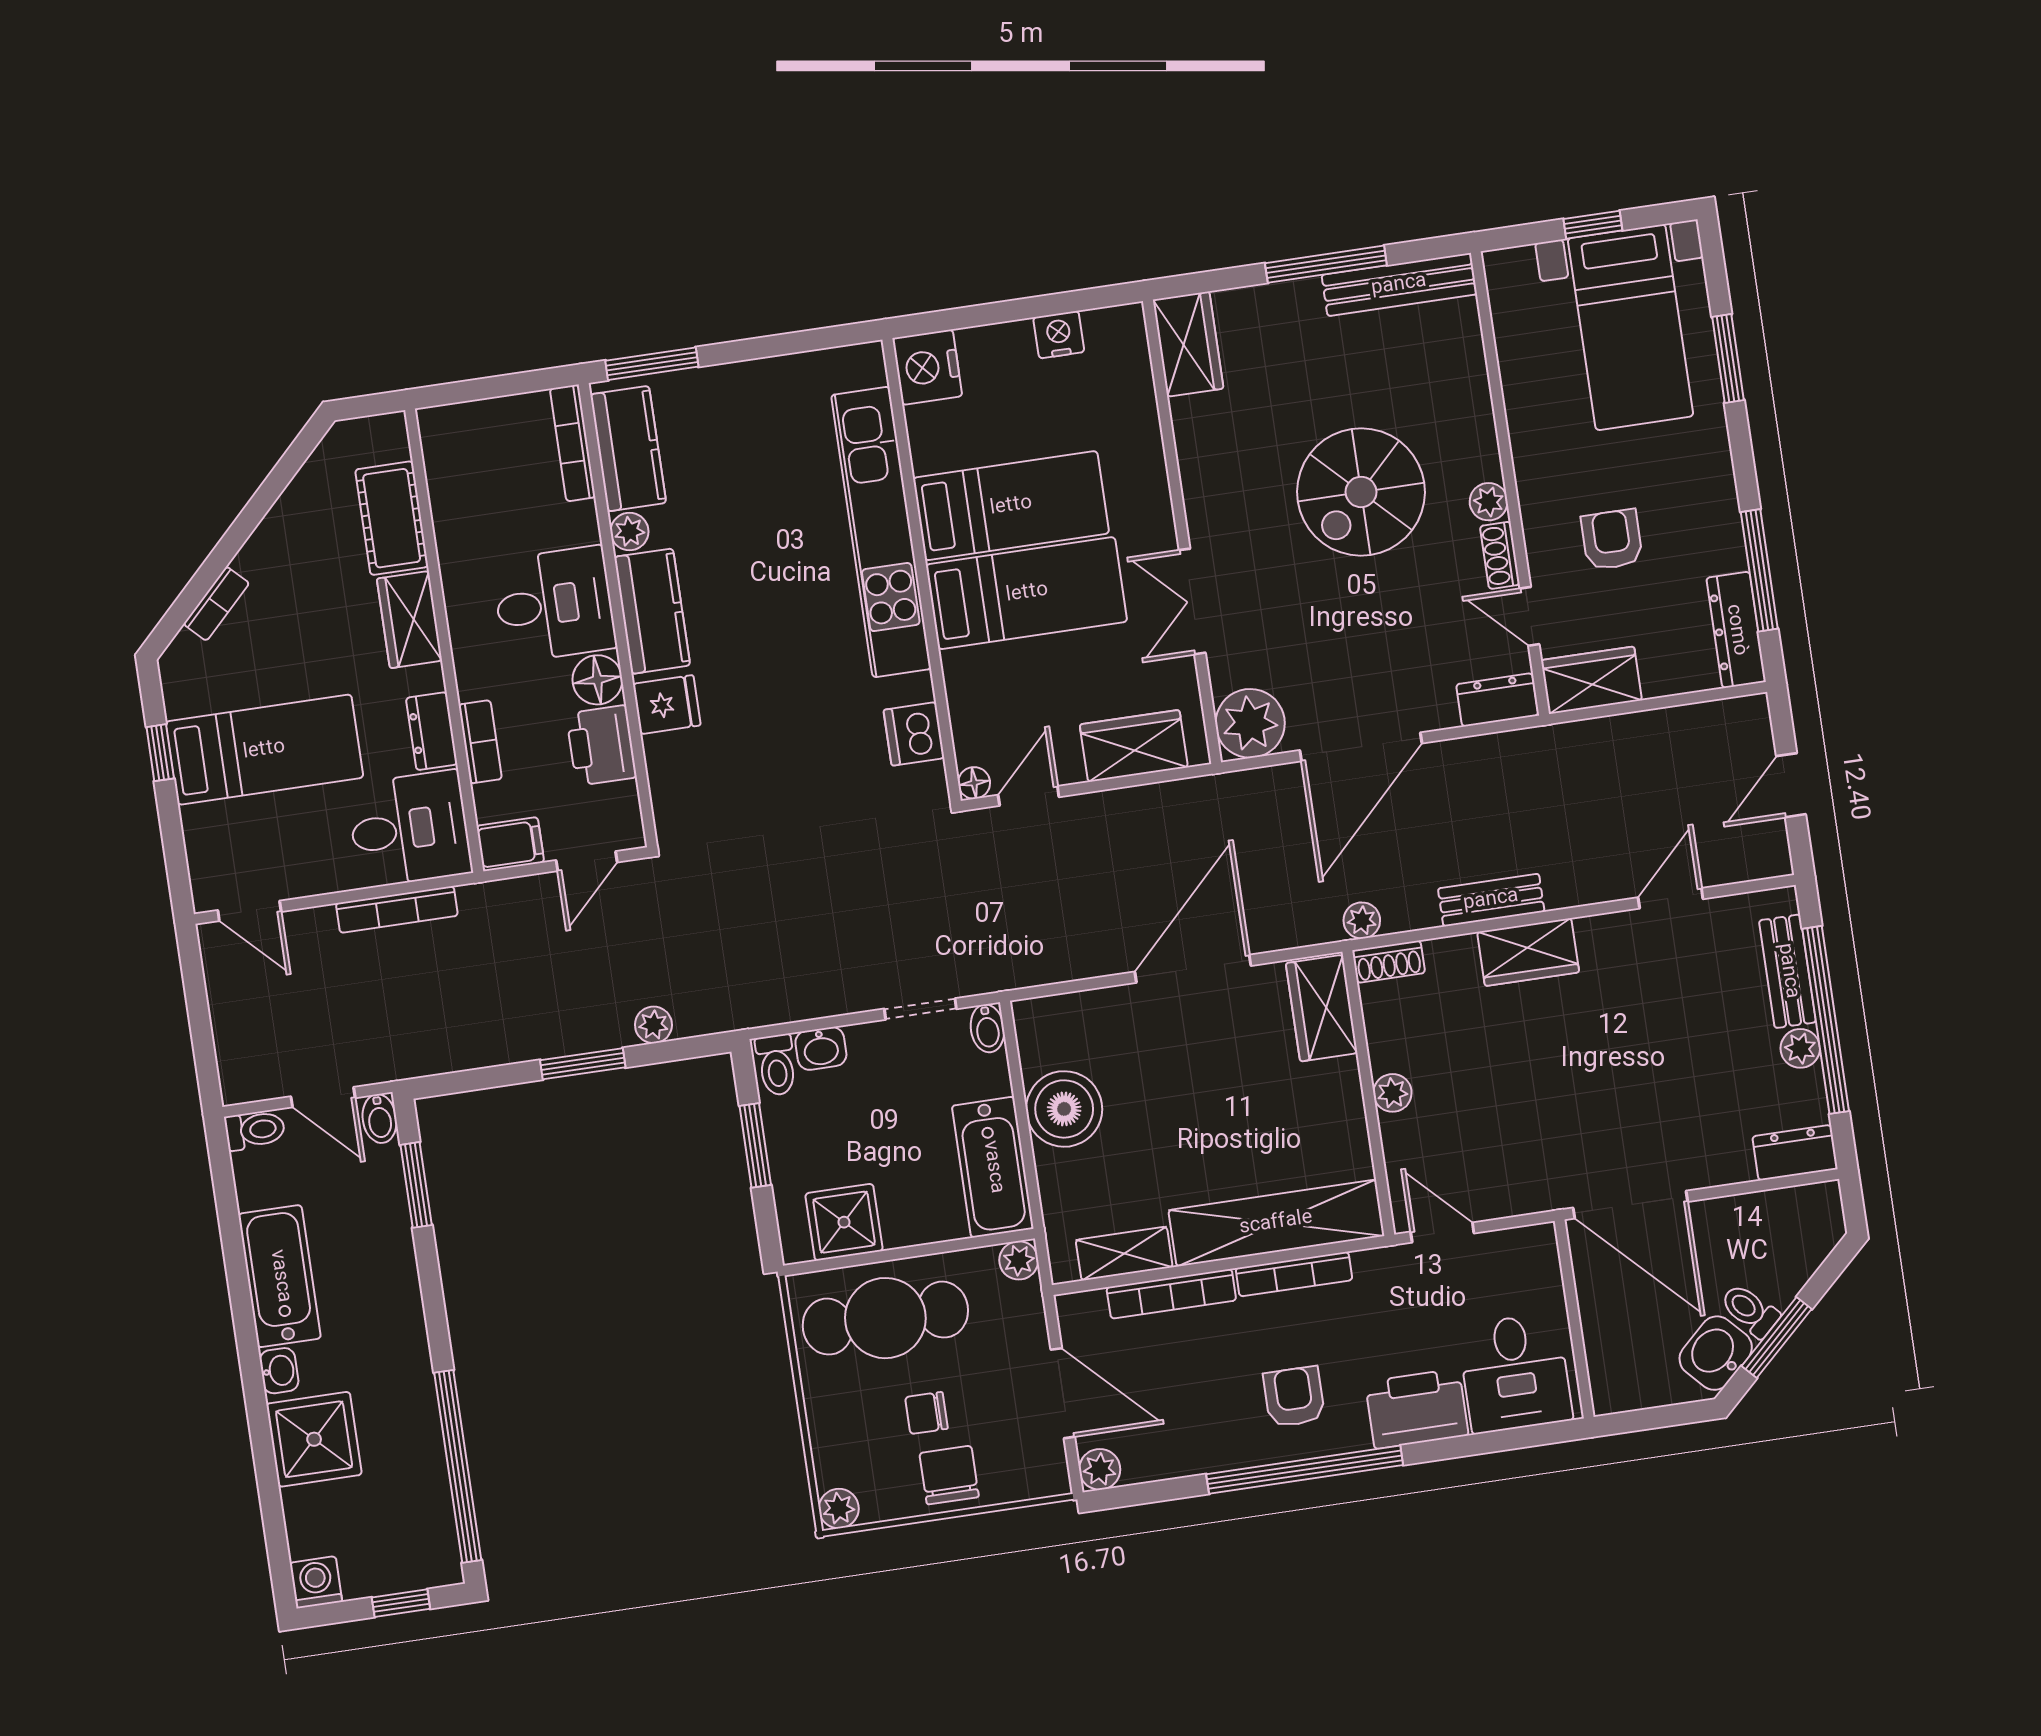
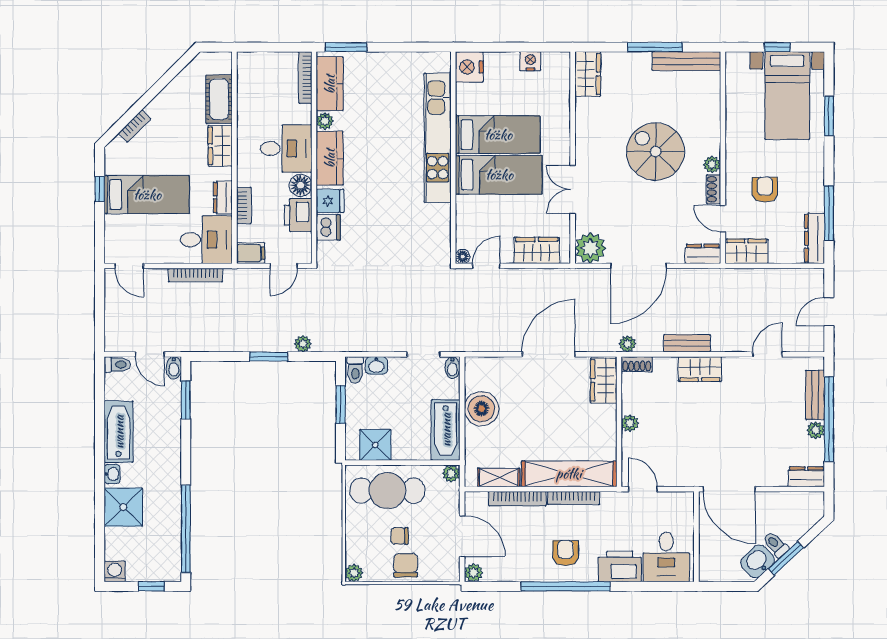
spiral stairs: (1361, 492) -> (655, 152), turned 90
dishwasher: (914, 734) -> (328, 227), moved, turned 180

